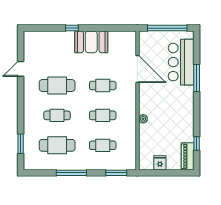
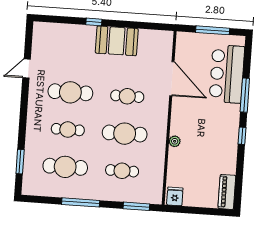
window: (167, 28) -> (213, 30), width x0.68
cafe table: (103, 115) -> (125, 134), width x1.37, depth x1.35
window: (197, 143) -> (242, 136), moved
fridge: (160, 163) -> (175, 196), moved

